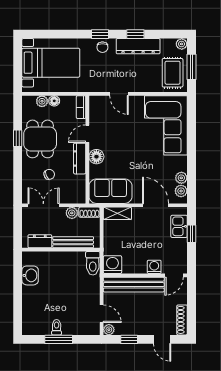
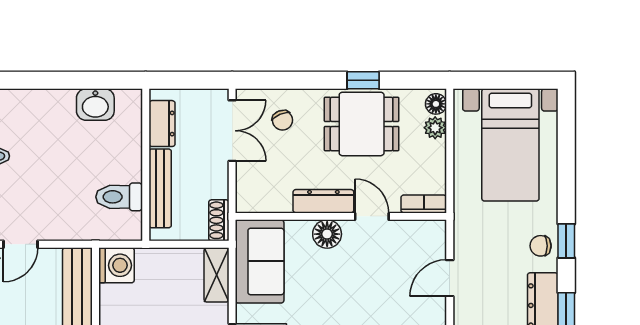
floor lamp: (54, 101) -> (436, 104), moved
chair: (49, 174) -> (282, 120), moved
plant: (72, 213) -> (217, 186), removed
toilet: (93, 263) -> (119, 197), moved

